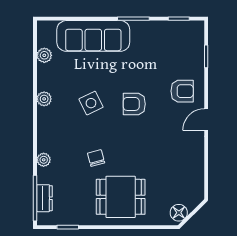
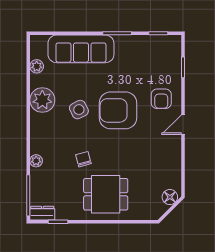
armchair: (182, 91) -> (161, 99), turned 90
plant: (44, 99) -> (42, 100), width x1.88, depth x1.88
armchair: (134, 104) -> (118, 110), width x1.88, depth x1.88
dresser: (44, 198) -> (42, 213), moved, turned -90
floor lamp: (179, 213) -> (170, 197), moved

